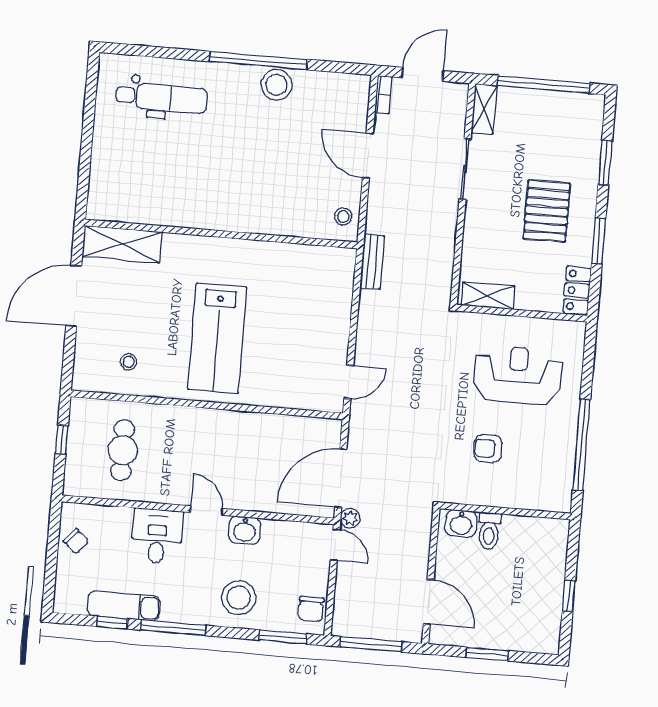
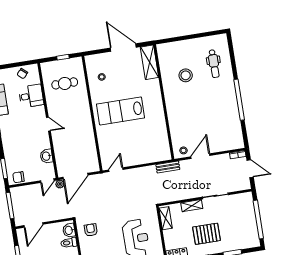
stool: (276, 85) -> (186, 75), moved
dental chair: (162, 98) -> (214, 64), width x0.73, depth x0.72
shelving: (484, 109) -> (192, 206), moved
door: (368, 156) -> (200, 156), moved
door: (349, 382) -> (116, 170), swing flipped
armchair: (488, 448) -> (91, 230), moved
door: (341, 478) -> (75, 176), swing flipped
door: (206, 511) -> (48, 124), hinge flipped
washbasin: (245, 530) -> (46, 156), moved
desk: (157, 536) -> (31, 96), moved
stool: (239, 598) -> (16, 146), removed

